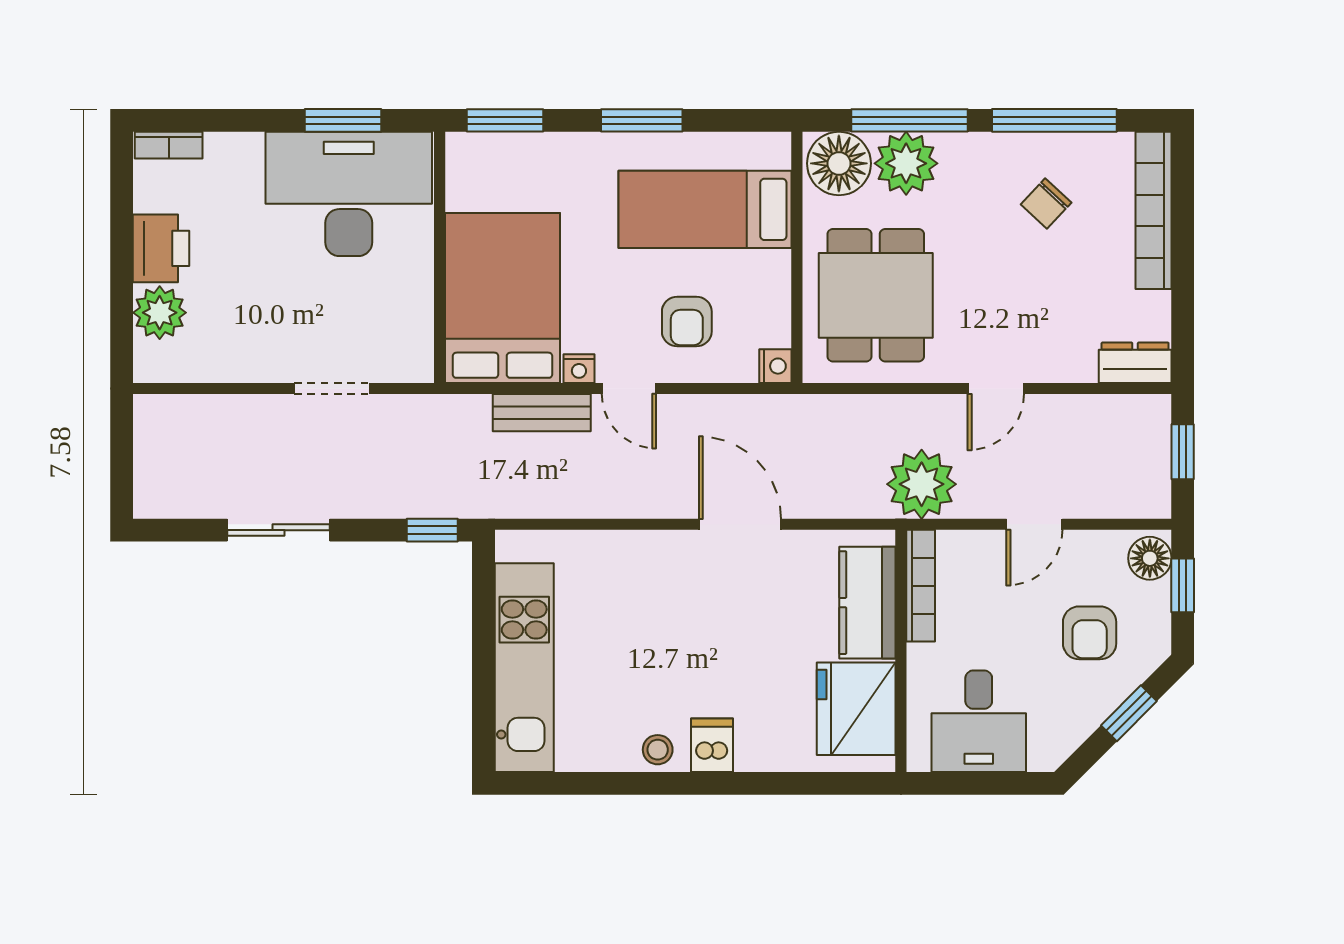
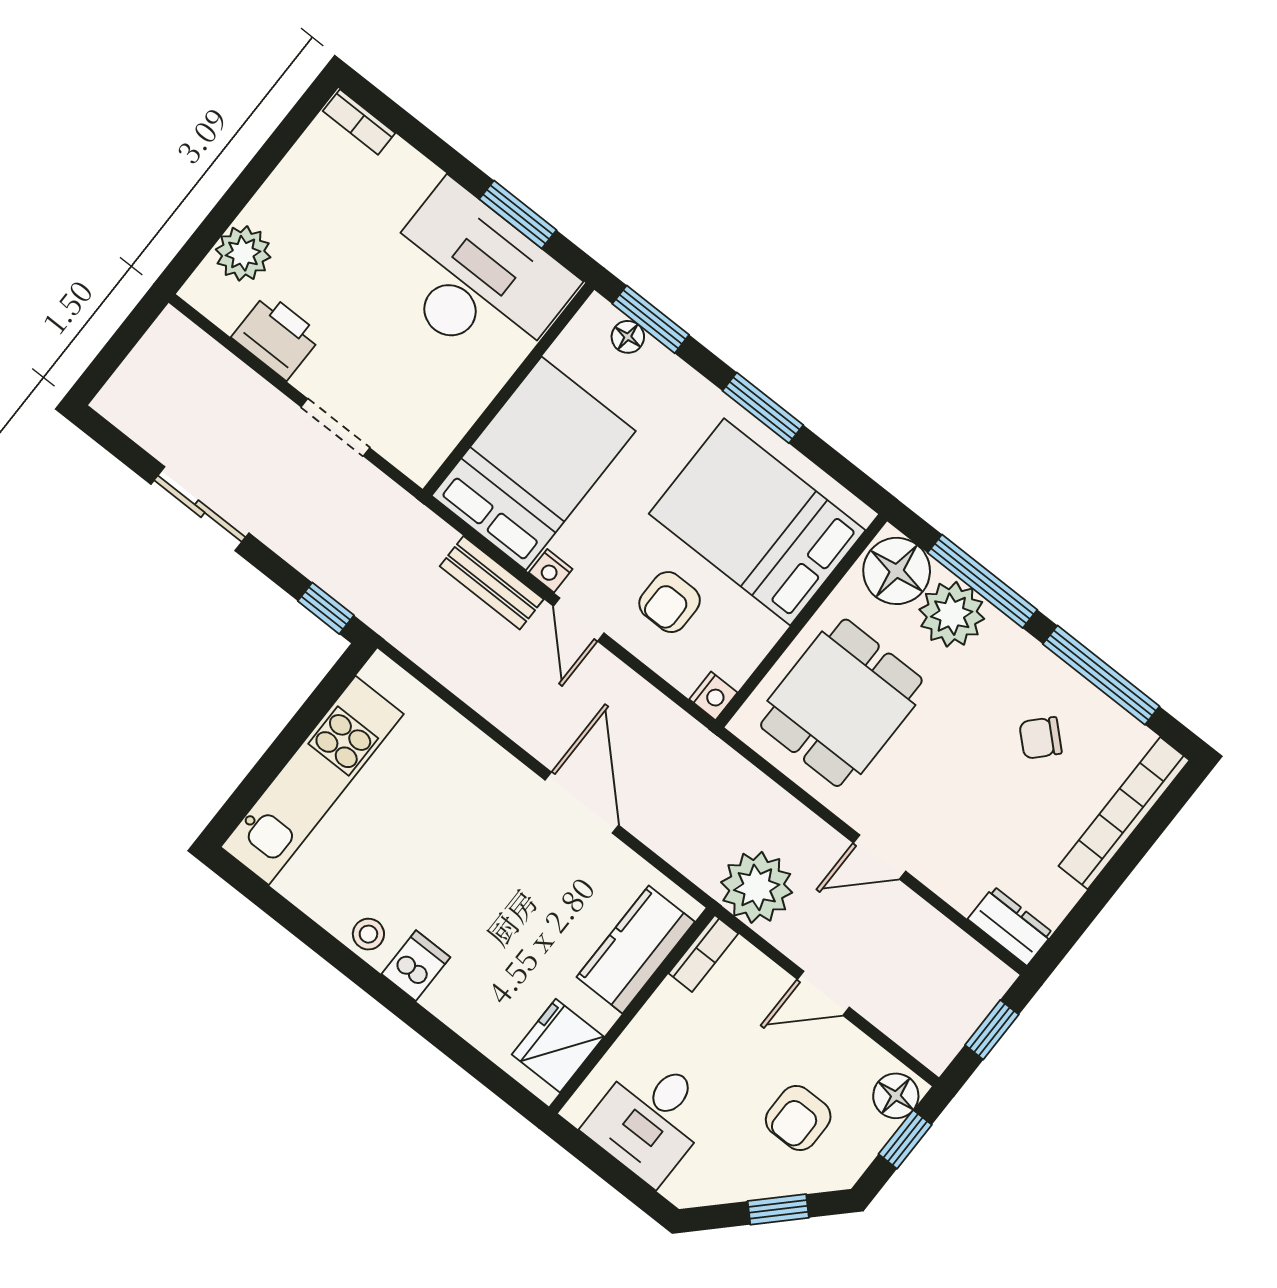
floor lamp: (498, 147) -> (628, 337), added
bed: (705, 209) -> (757, 522), width x1.50
printer: (161, 248) -> (277, 336), moved, turned -90
bookcase: (921, 586) -> (703, 953), width x0.64
fridge: (856, 709) -> (558, 1046), width x0.73, depth x0.75

